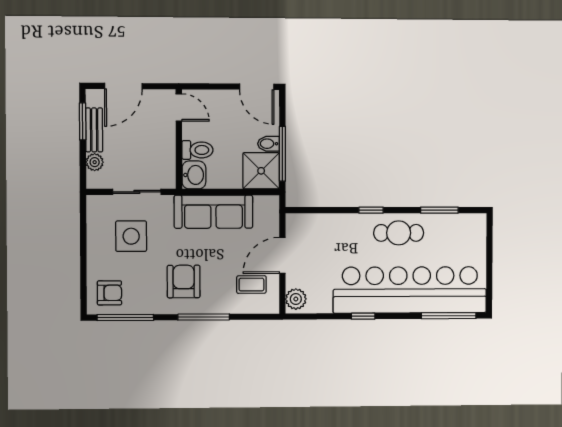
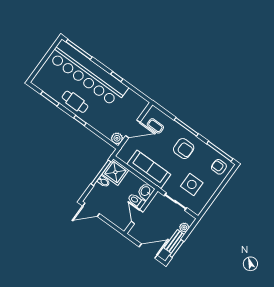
door: (257, 87) -> (91, 210), swing flipped
door: (179, 107) -> (137, 217), moved
armchair: (184, 281) -> (184, 149), turned -90
plant: (296, 299) -> (117, 138), moved

